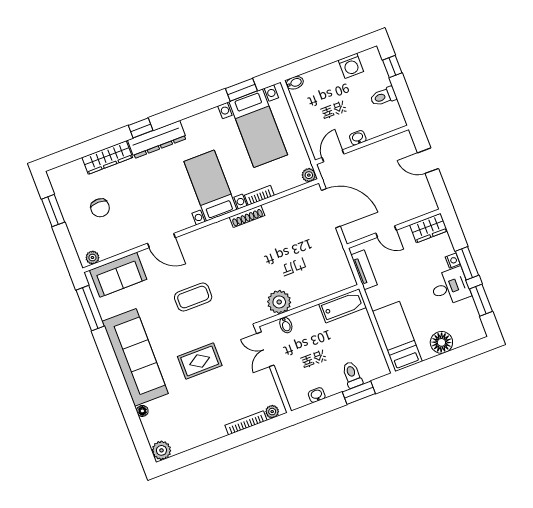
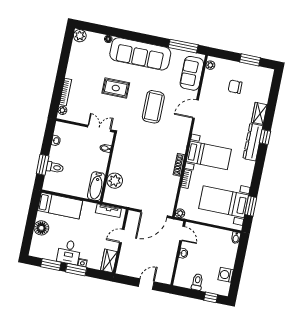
wardrobe: (107, 157) -> (259, 113), width x0.67
coffee table: (193, 297) -> (153, 107), width x1.36, depth x1.32
plant: (279, 302) -> (115, 181), moved
rug: (200, 361) -> (116, 88), turned 90

